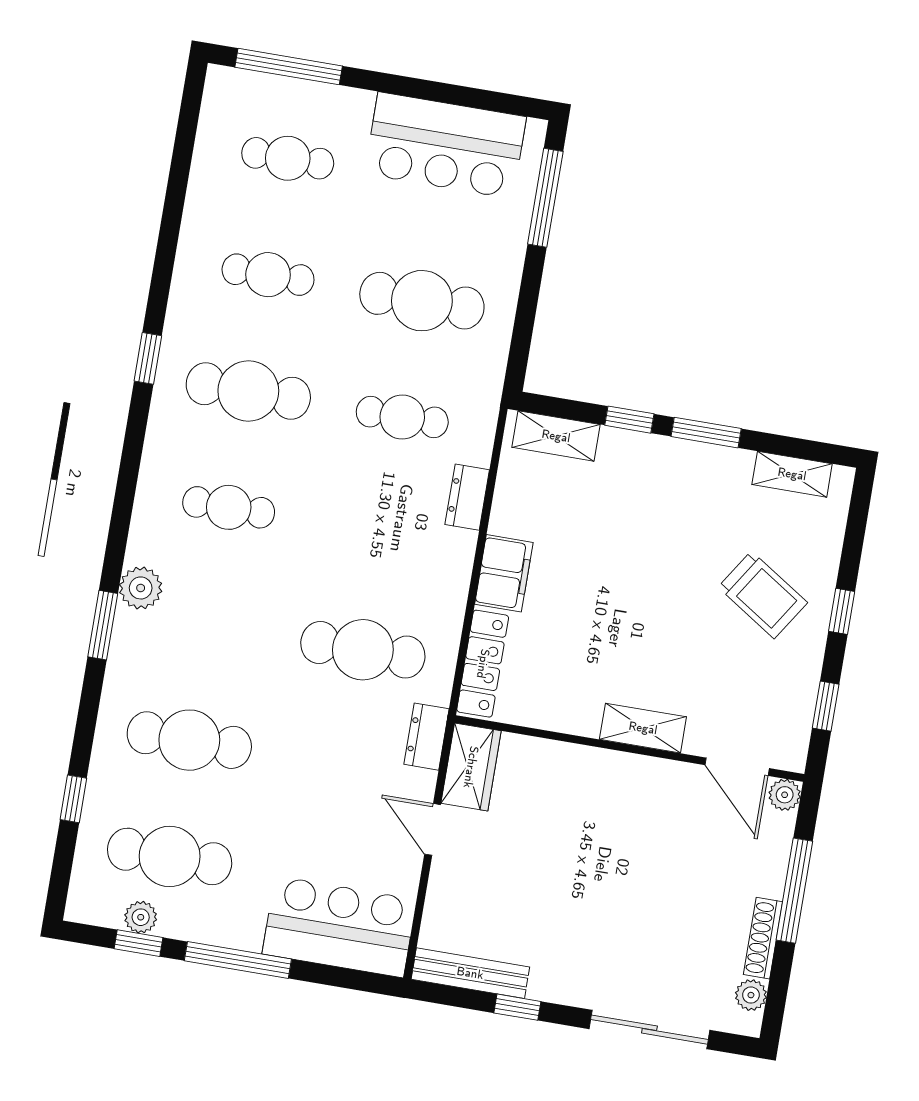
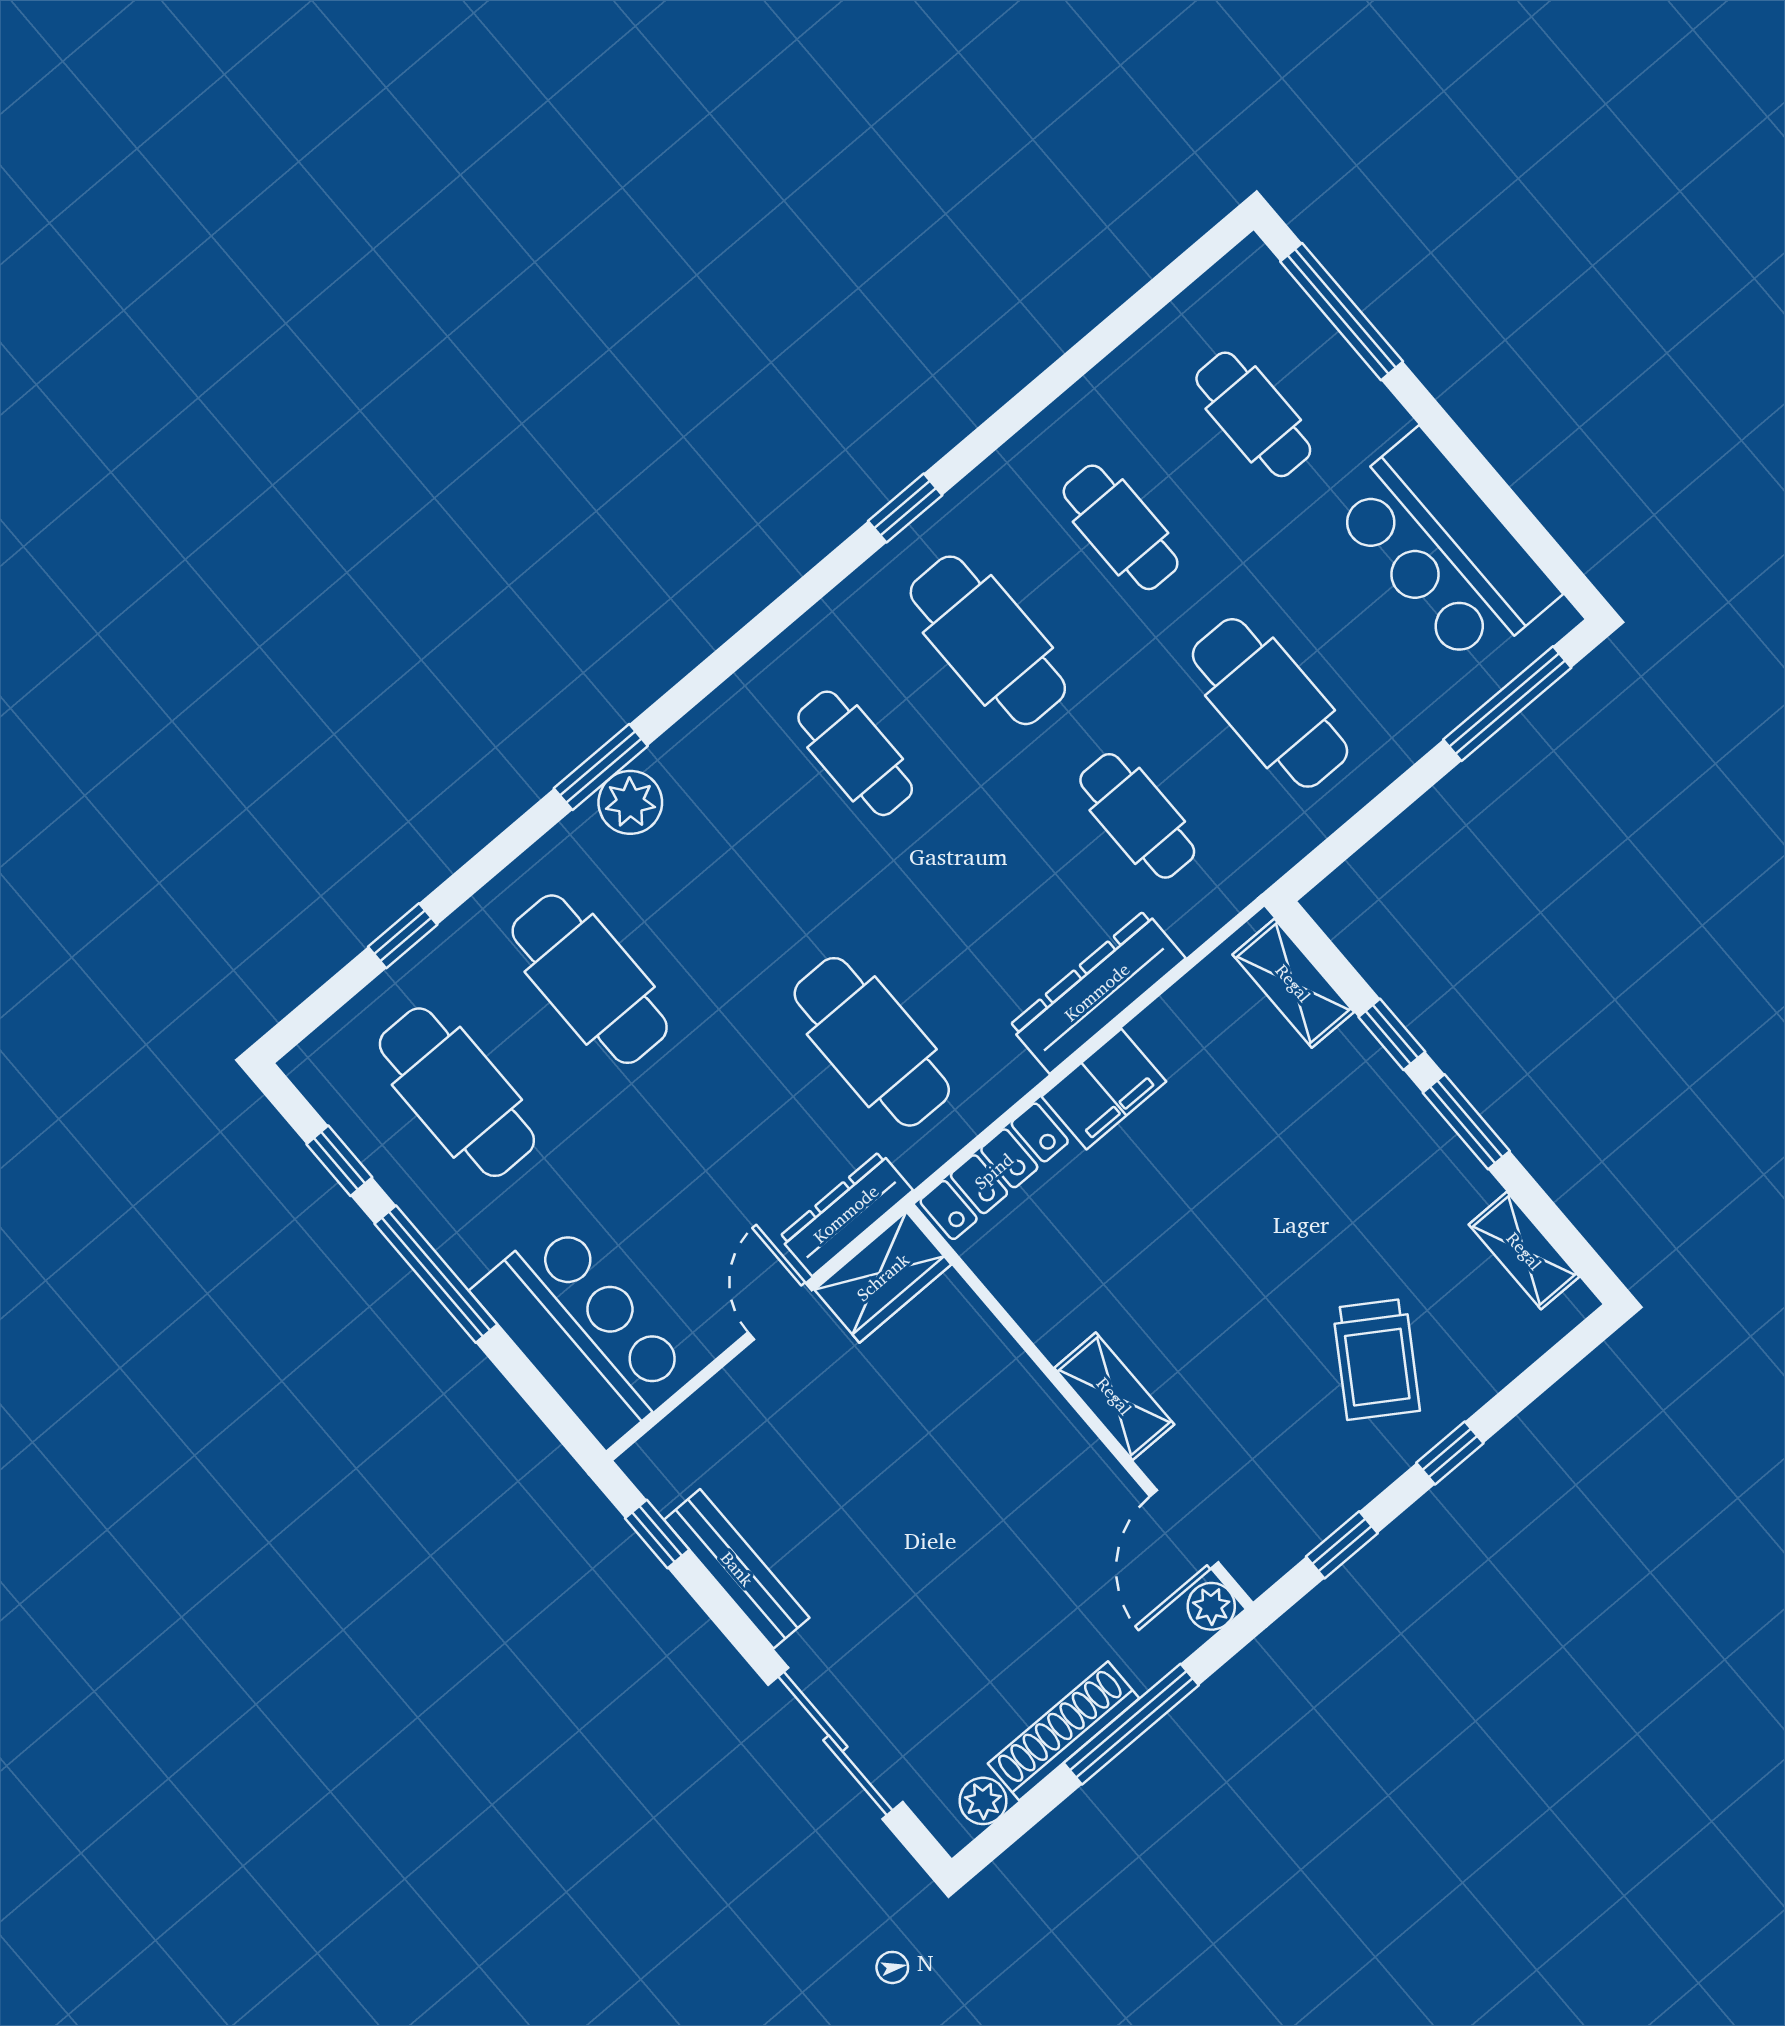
dresser: (467, 497) -> (1097, 992), width x1.96, depth x1.24
plant: (141, 588) -> (630, 802), moved
dresser: (427, 737) -> (846, 1214), width x1.44
plant: (141, 917) -> (366, 1133), removed
shoe rack: (763, 938) -> (1064, 1731), width x1.36, depth x1.24
bench: (470, 973) -> (737, 1569), moved
window: (517, 1007) -> (657, 1534), moved

